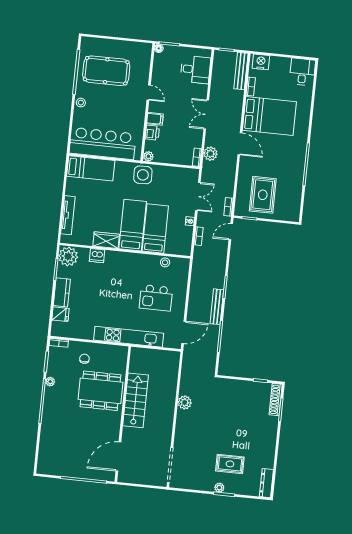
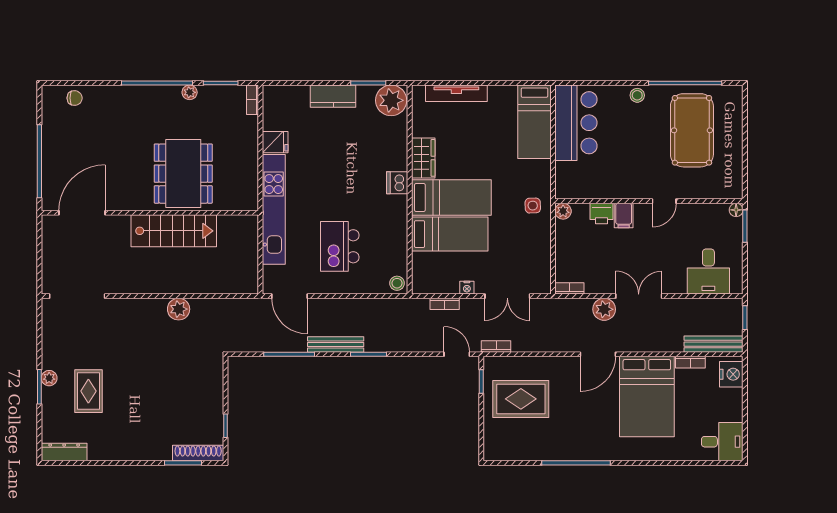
bar counter: (103, 143) -> (576, 123), width x0.73
plant: (210, 154) -> (604, 309), moved
side table: (143, 175) -> (533, 206), width x0.54, depth x0.54
dishwasher: (97, 256) -> (397, 183), moved
stool: (165, 262) -> (397, 283), moved
fridge: (60, 314) -> (275, 142), moved, turned -90
chair: (84, 359) -> (75, 98), moved
door: (118, 457) -> (82, 213), hinge flipped

